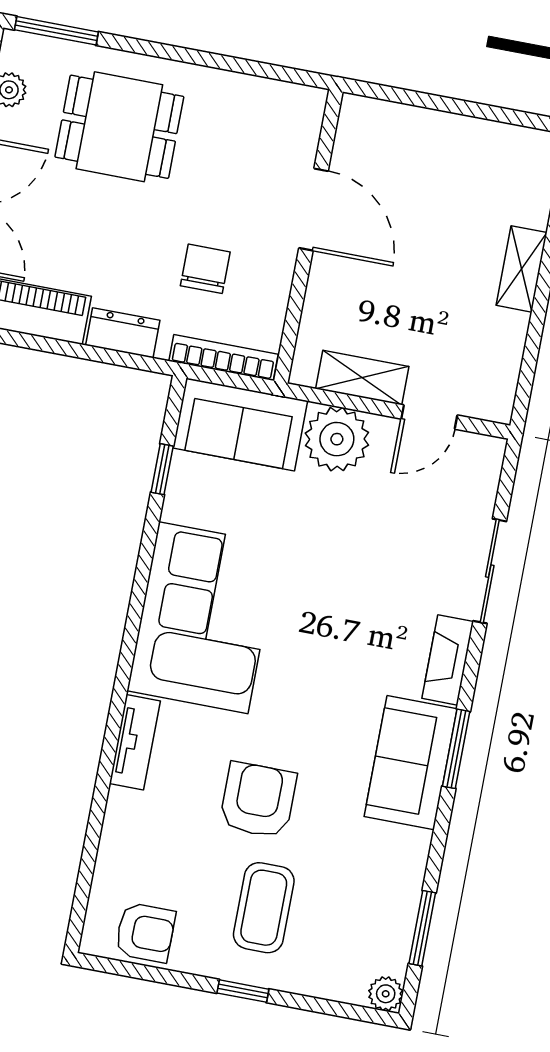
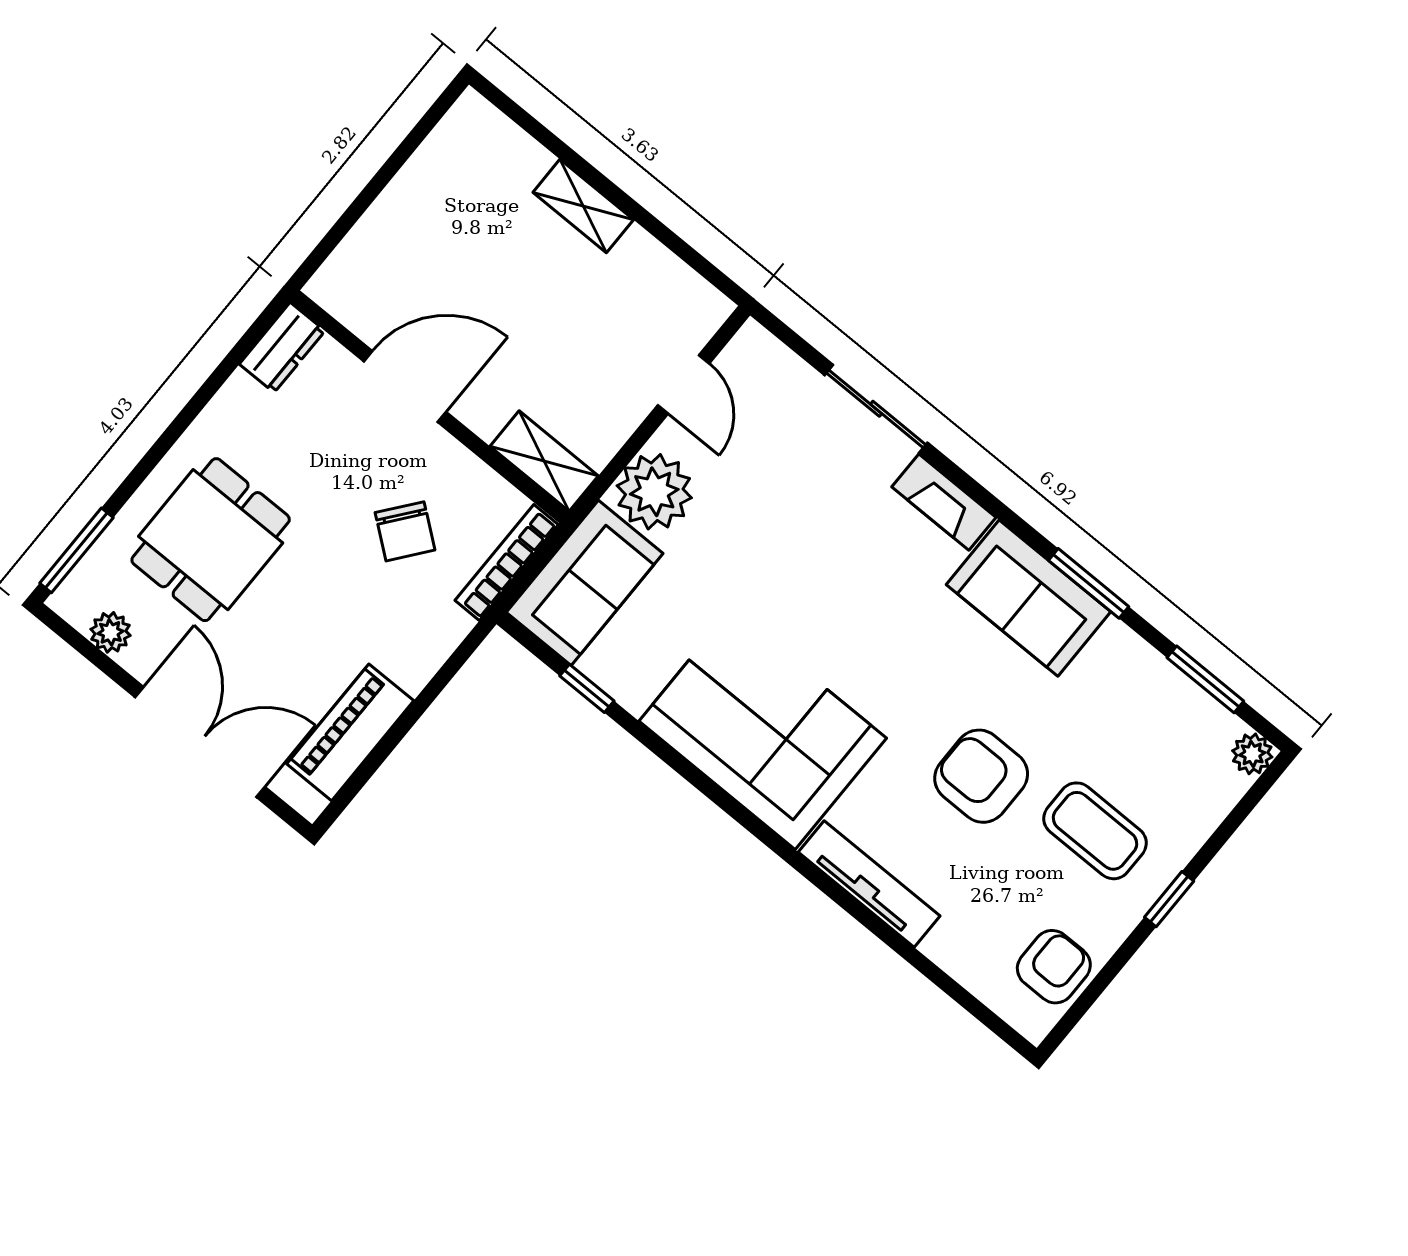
chair: (205, 269) -> (405, 531), turned -142
dresser: (123, 333) -> (282, 348), moved, turned 180
shelving: (362, 378) -> (544, 461), moved, turned 90
tv unit: (135, 742) -> (869, 884), width x1.41
window: (456, 749) -> (1089, 583), moved

